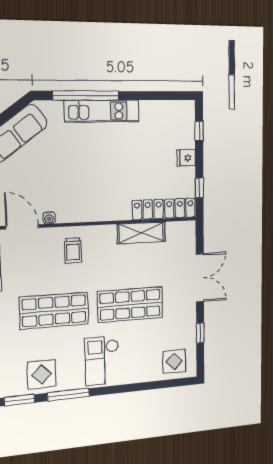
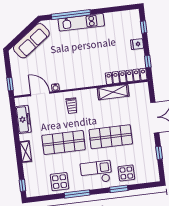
checkout: (102, 361) -> (96, 172), turned 90
display table: (174, 361) -> (126, 173), moved
window: (20, 400) -> (119, 189), moved

